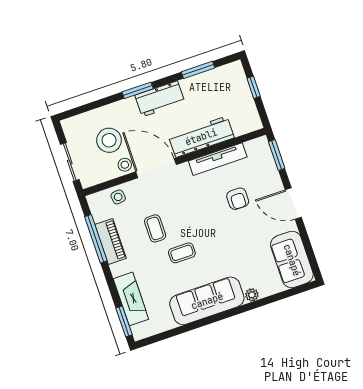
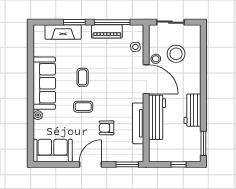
window: (198, 70) -> (203, 143), moved
window: (138, 90) -> (203, 85), removed
workbench: (160, 99) -> (192, 110), moved
door: (156, 168) -> (146, 79), hinge flipped
coffee table: (155, 228) -> (83, 107), moved
window: (124, 321) -> (74, 22), moved

